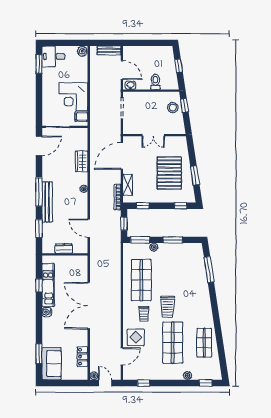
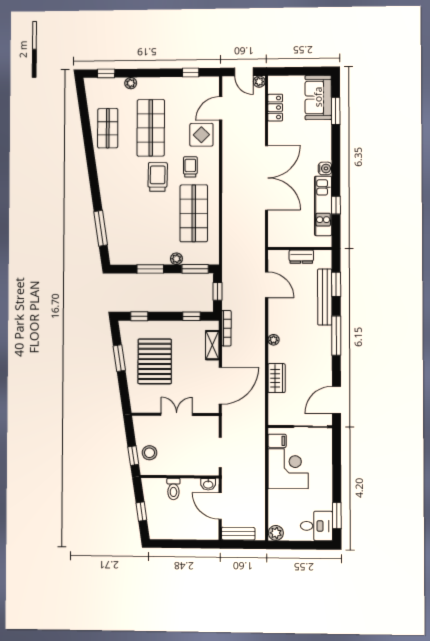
bench: (47, 202) -> (325, 297), moved

